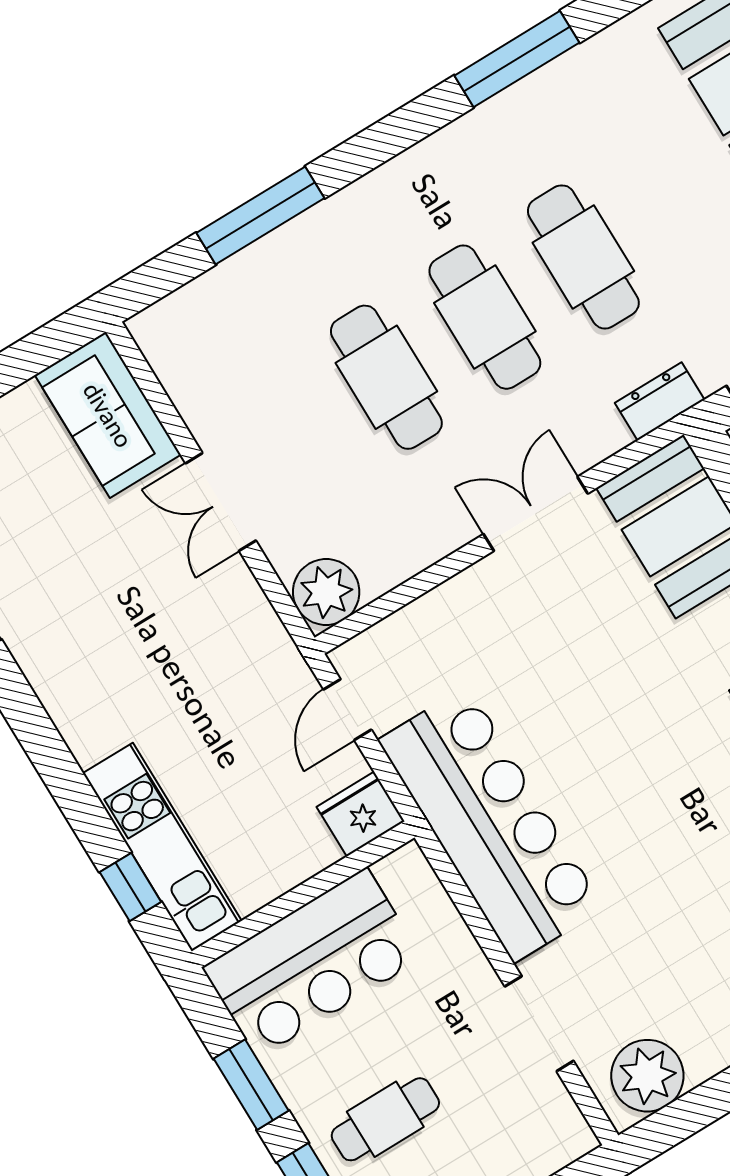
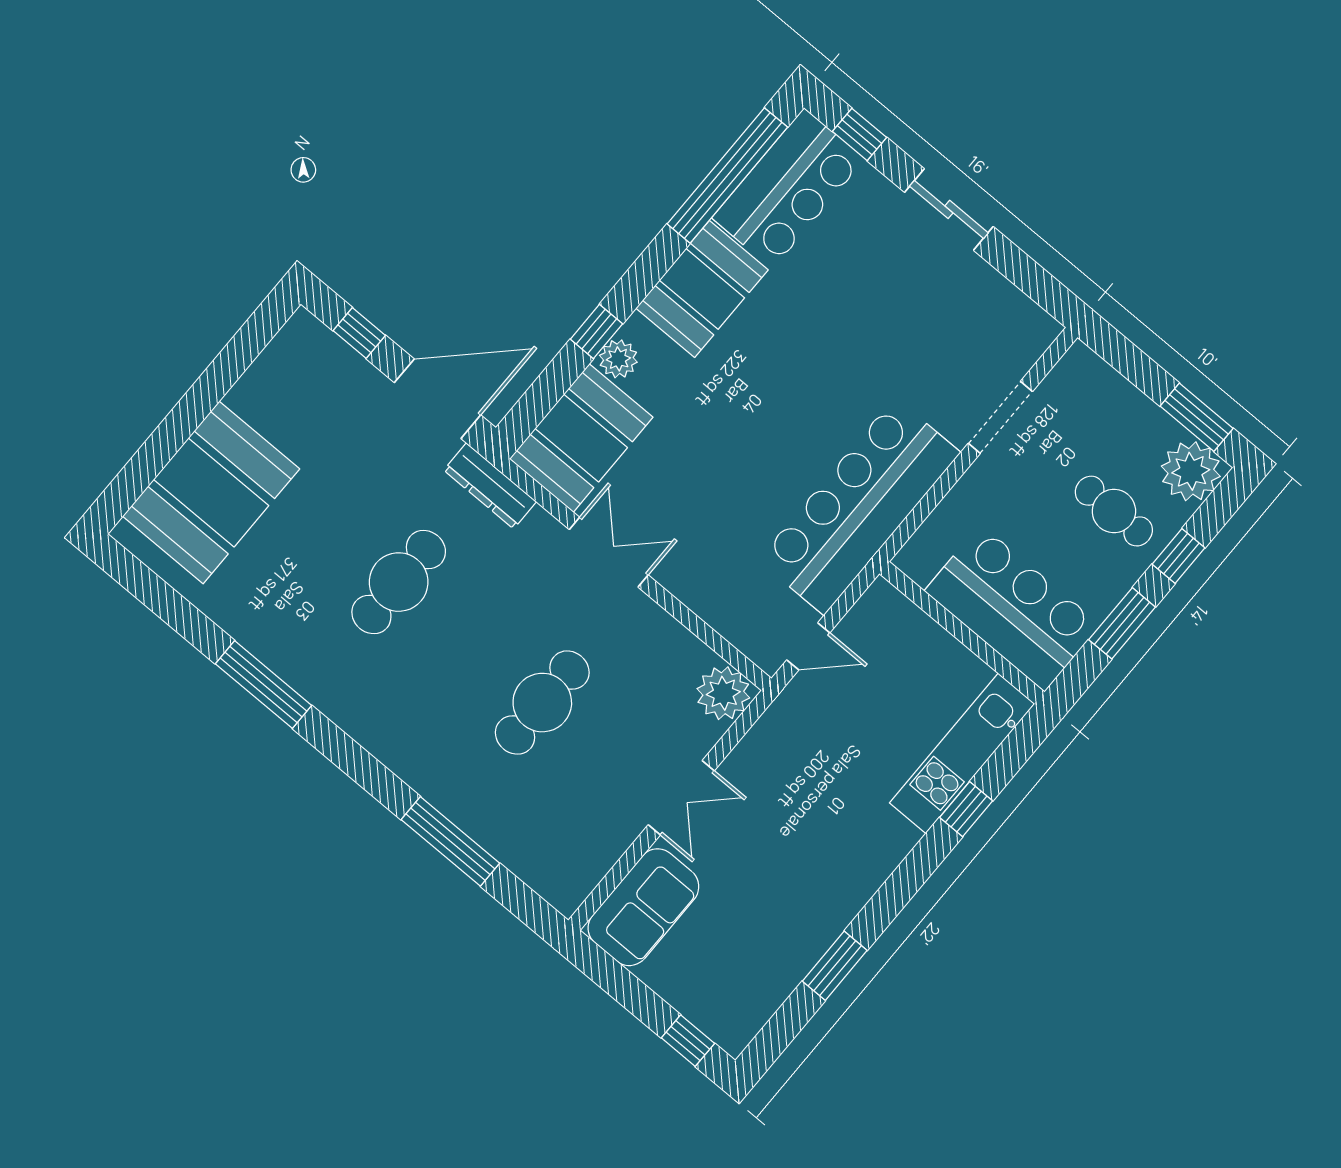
cafe table: (485, 317) -> (470, 642), removed
dresser: (660, 401) -> (490, 486), width x1.44
double door: (536, 514) -> (609, 552), swing flipped
fridge: (361, 814) -> (885, 609), removed
window: (130, 887) -> (966, 809), moved
plant: (647, 1076) -> (1012, 321), removed

